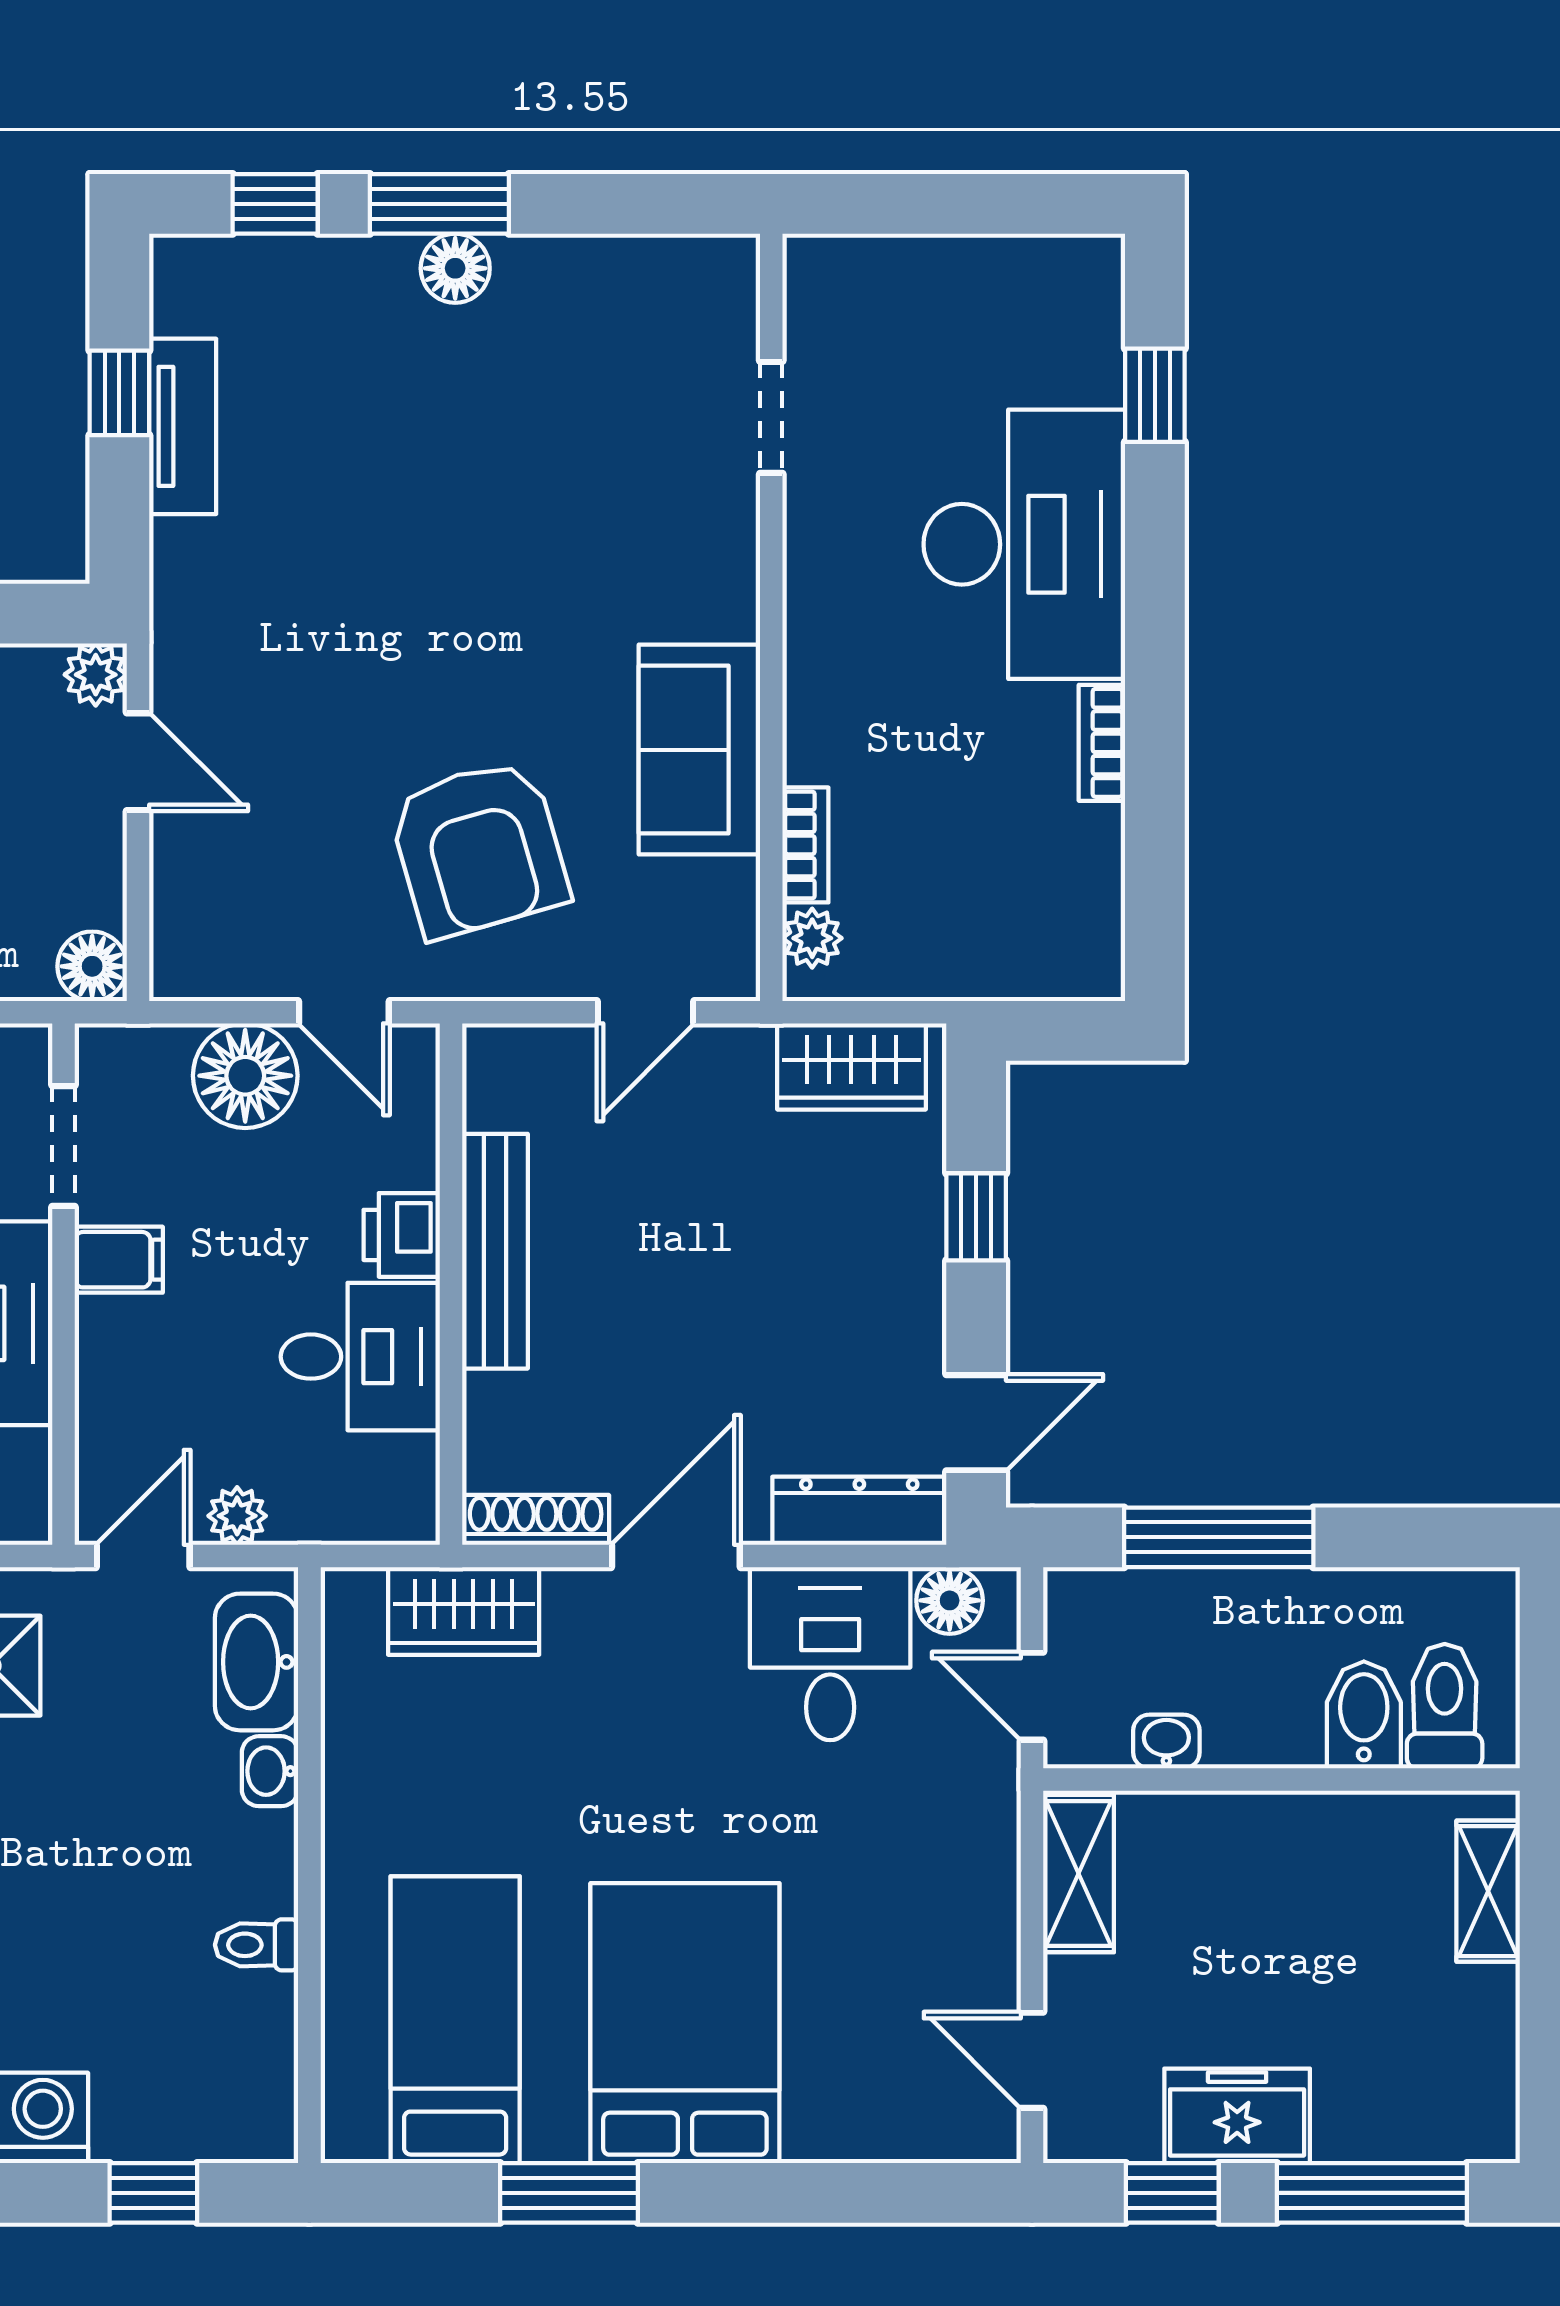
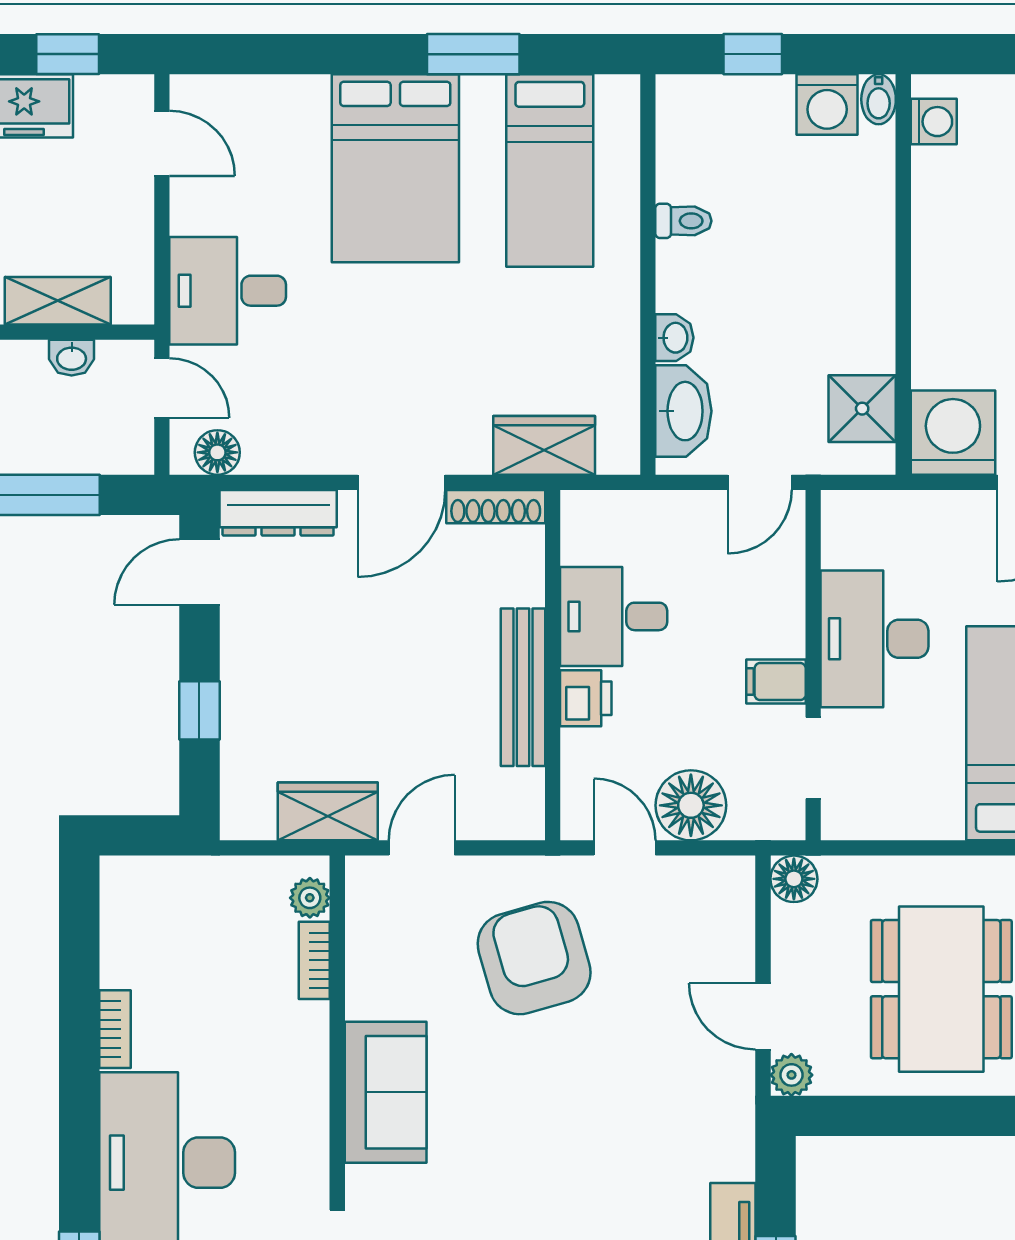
sofa: (699, 750) -> (386, 1092), moved
wardrobe: (851, 1066) -> (328, 811), moved
plant: (237, 1516) -> (696, 509), removed
desk: (830, 1654) -> (228, 291), moved, turned 90
shelving: (1079, 1874) -> (58, 301), moved, turned 90

